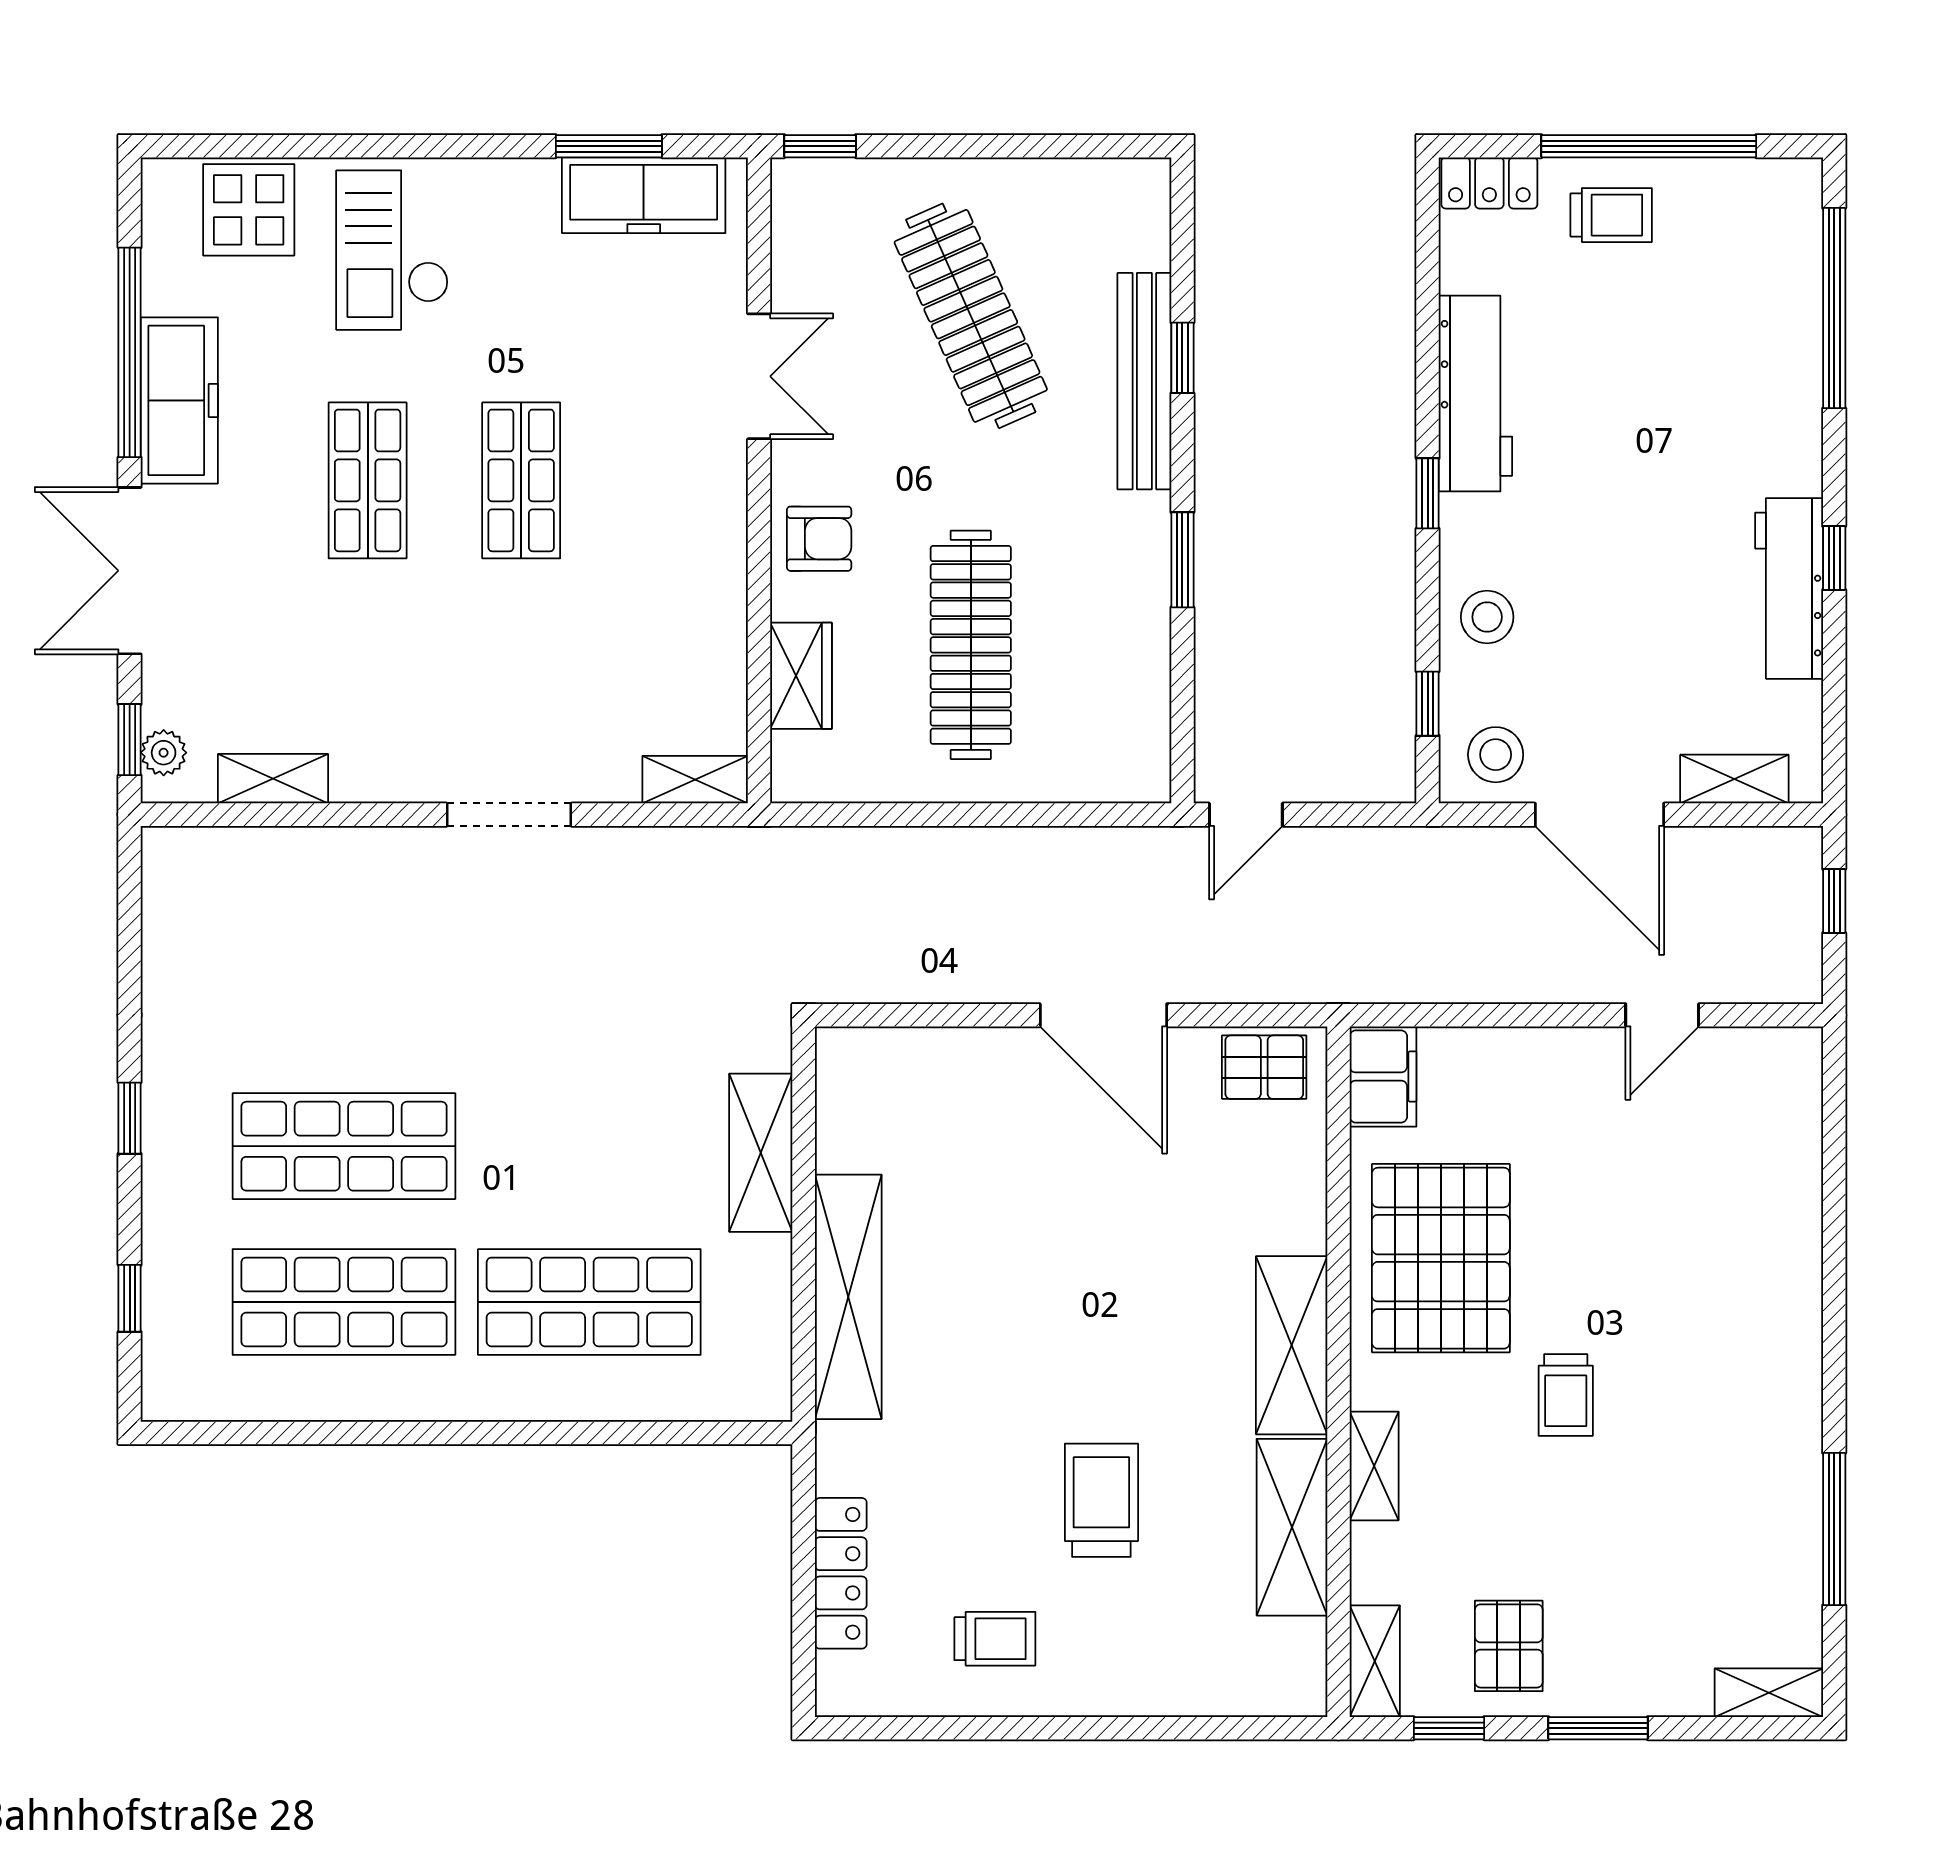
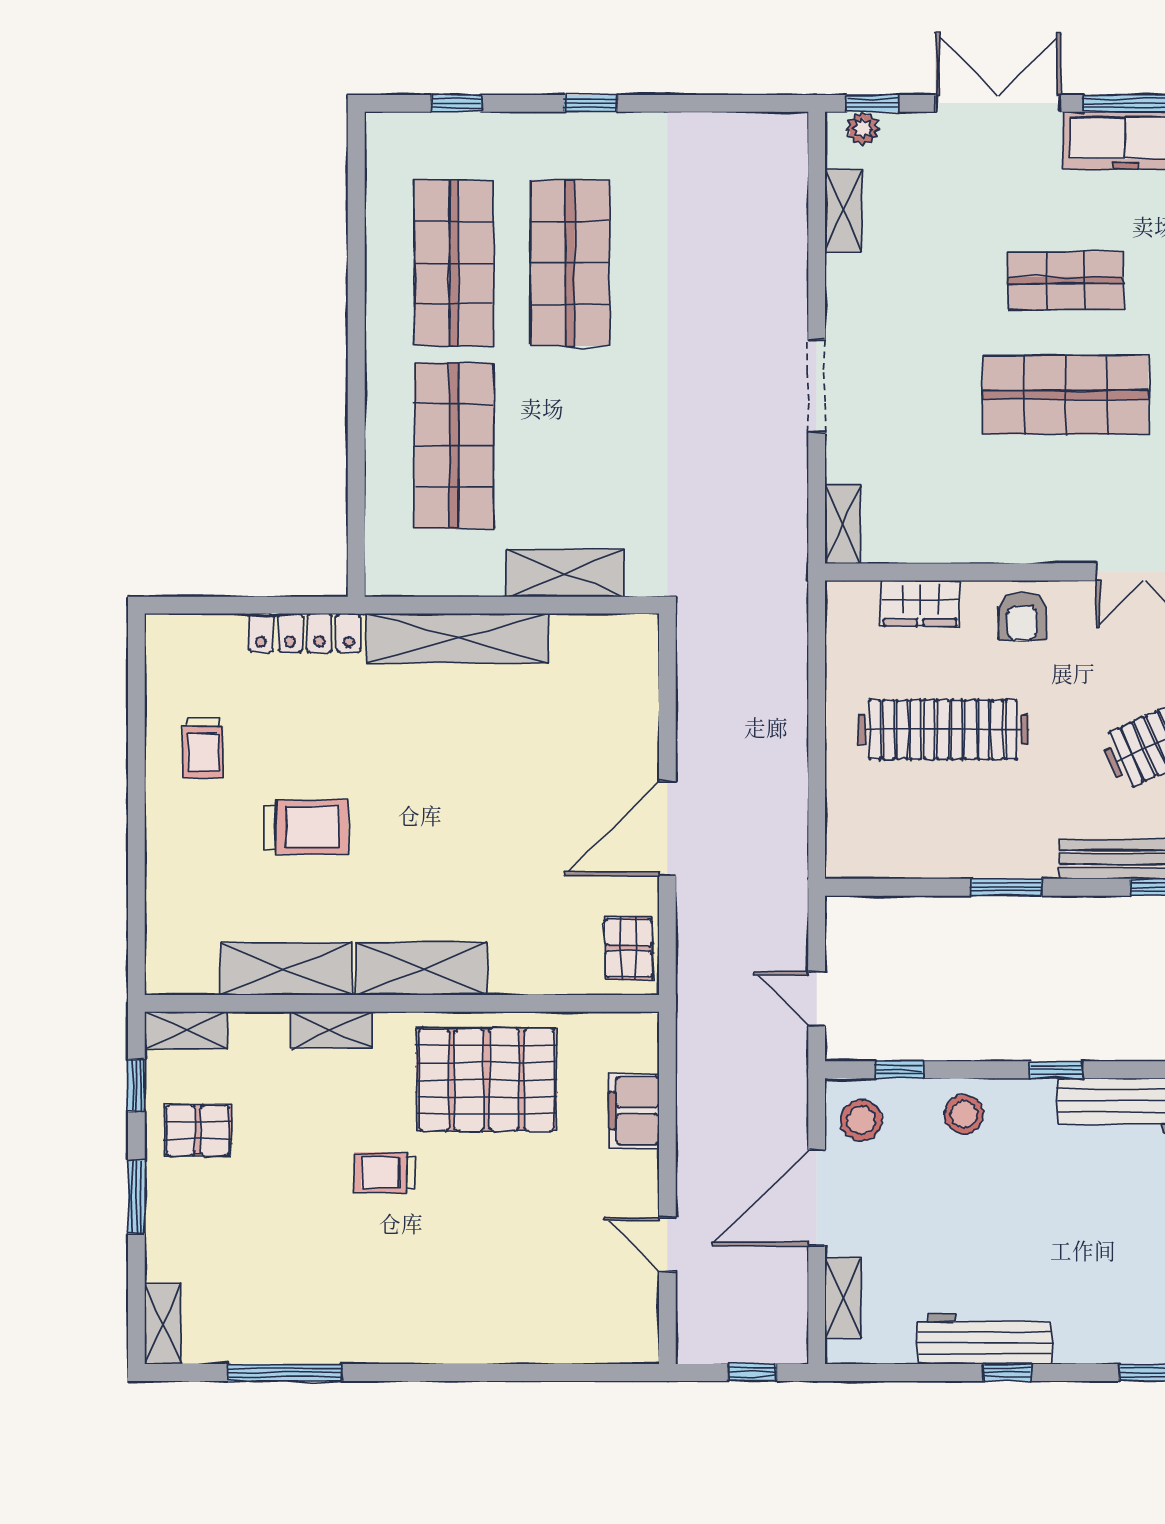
shop shelf: (521, 480) -> (1066, 395), width x1.43, depth x1.36
door: (1246, 815) -> (817, 999), moved
filing cabinet: (1383, 1077) -> (634, 1111), moved, turned 90
locker: (841, 1573) -> (305, 633), moved

